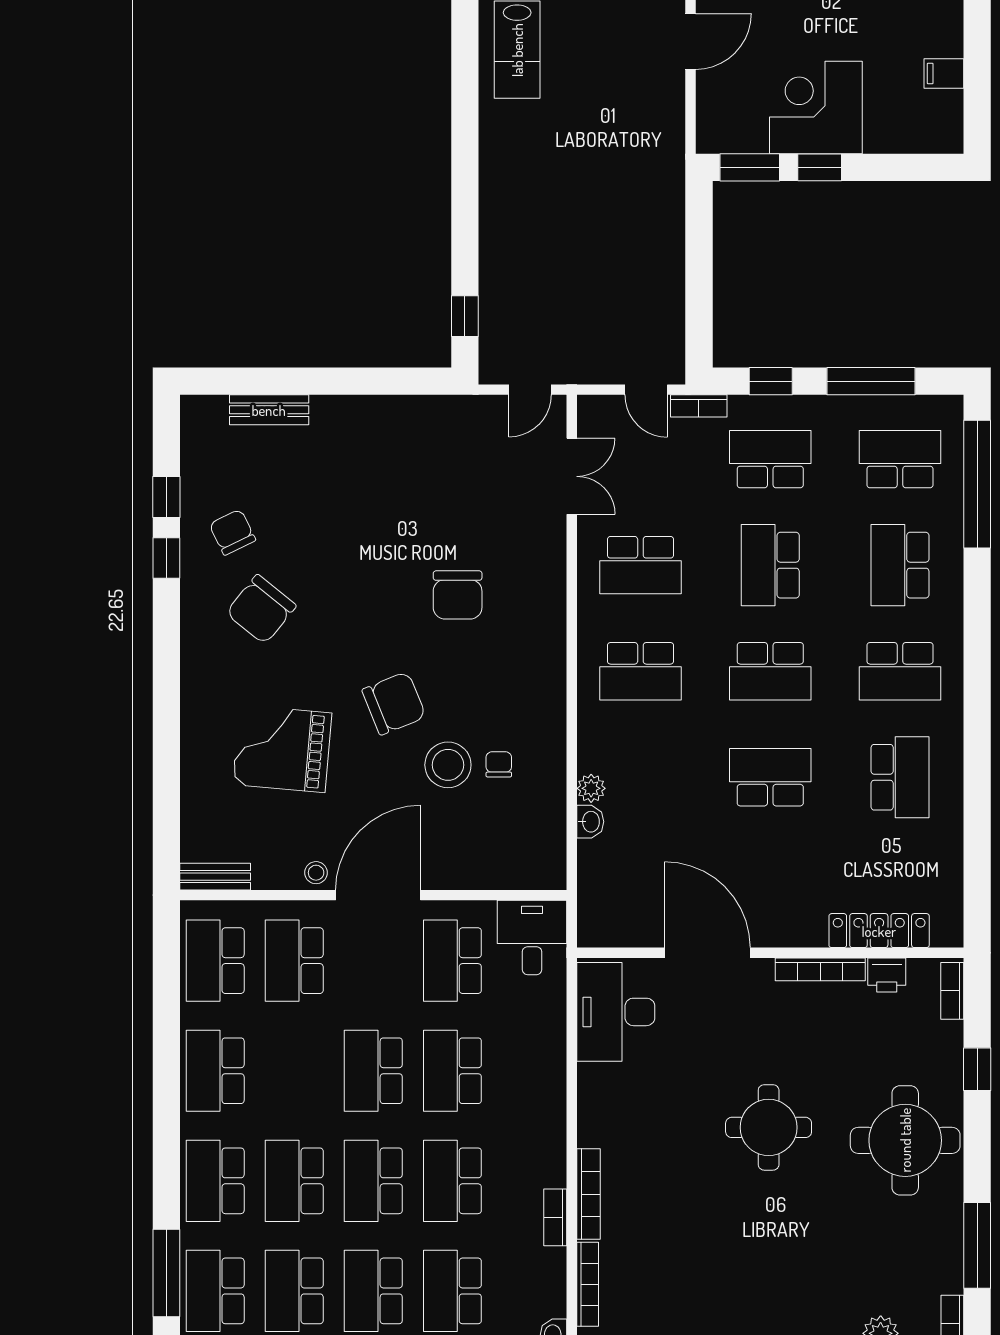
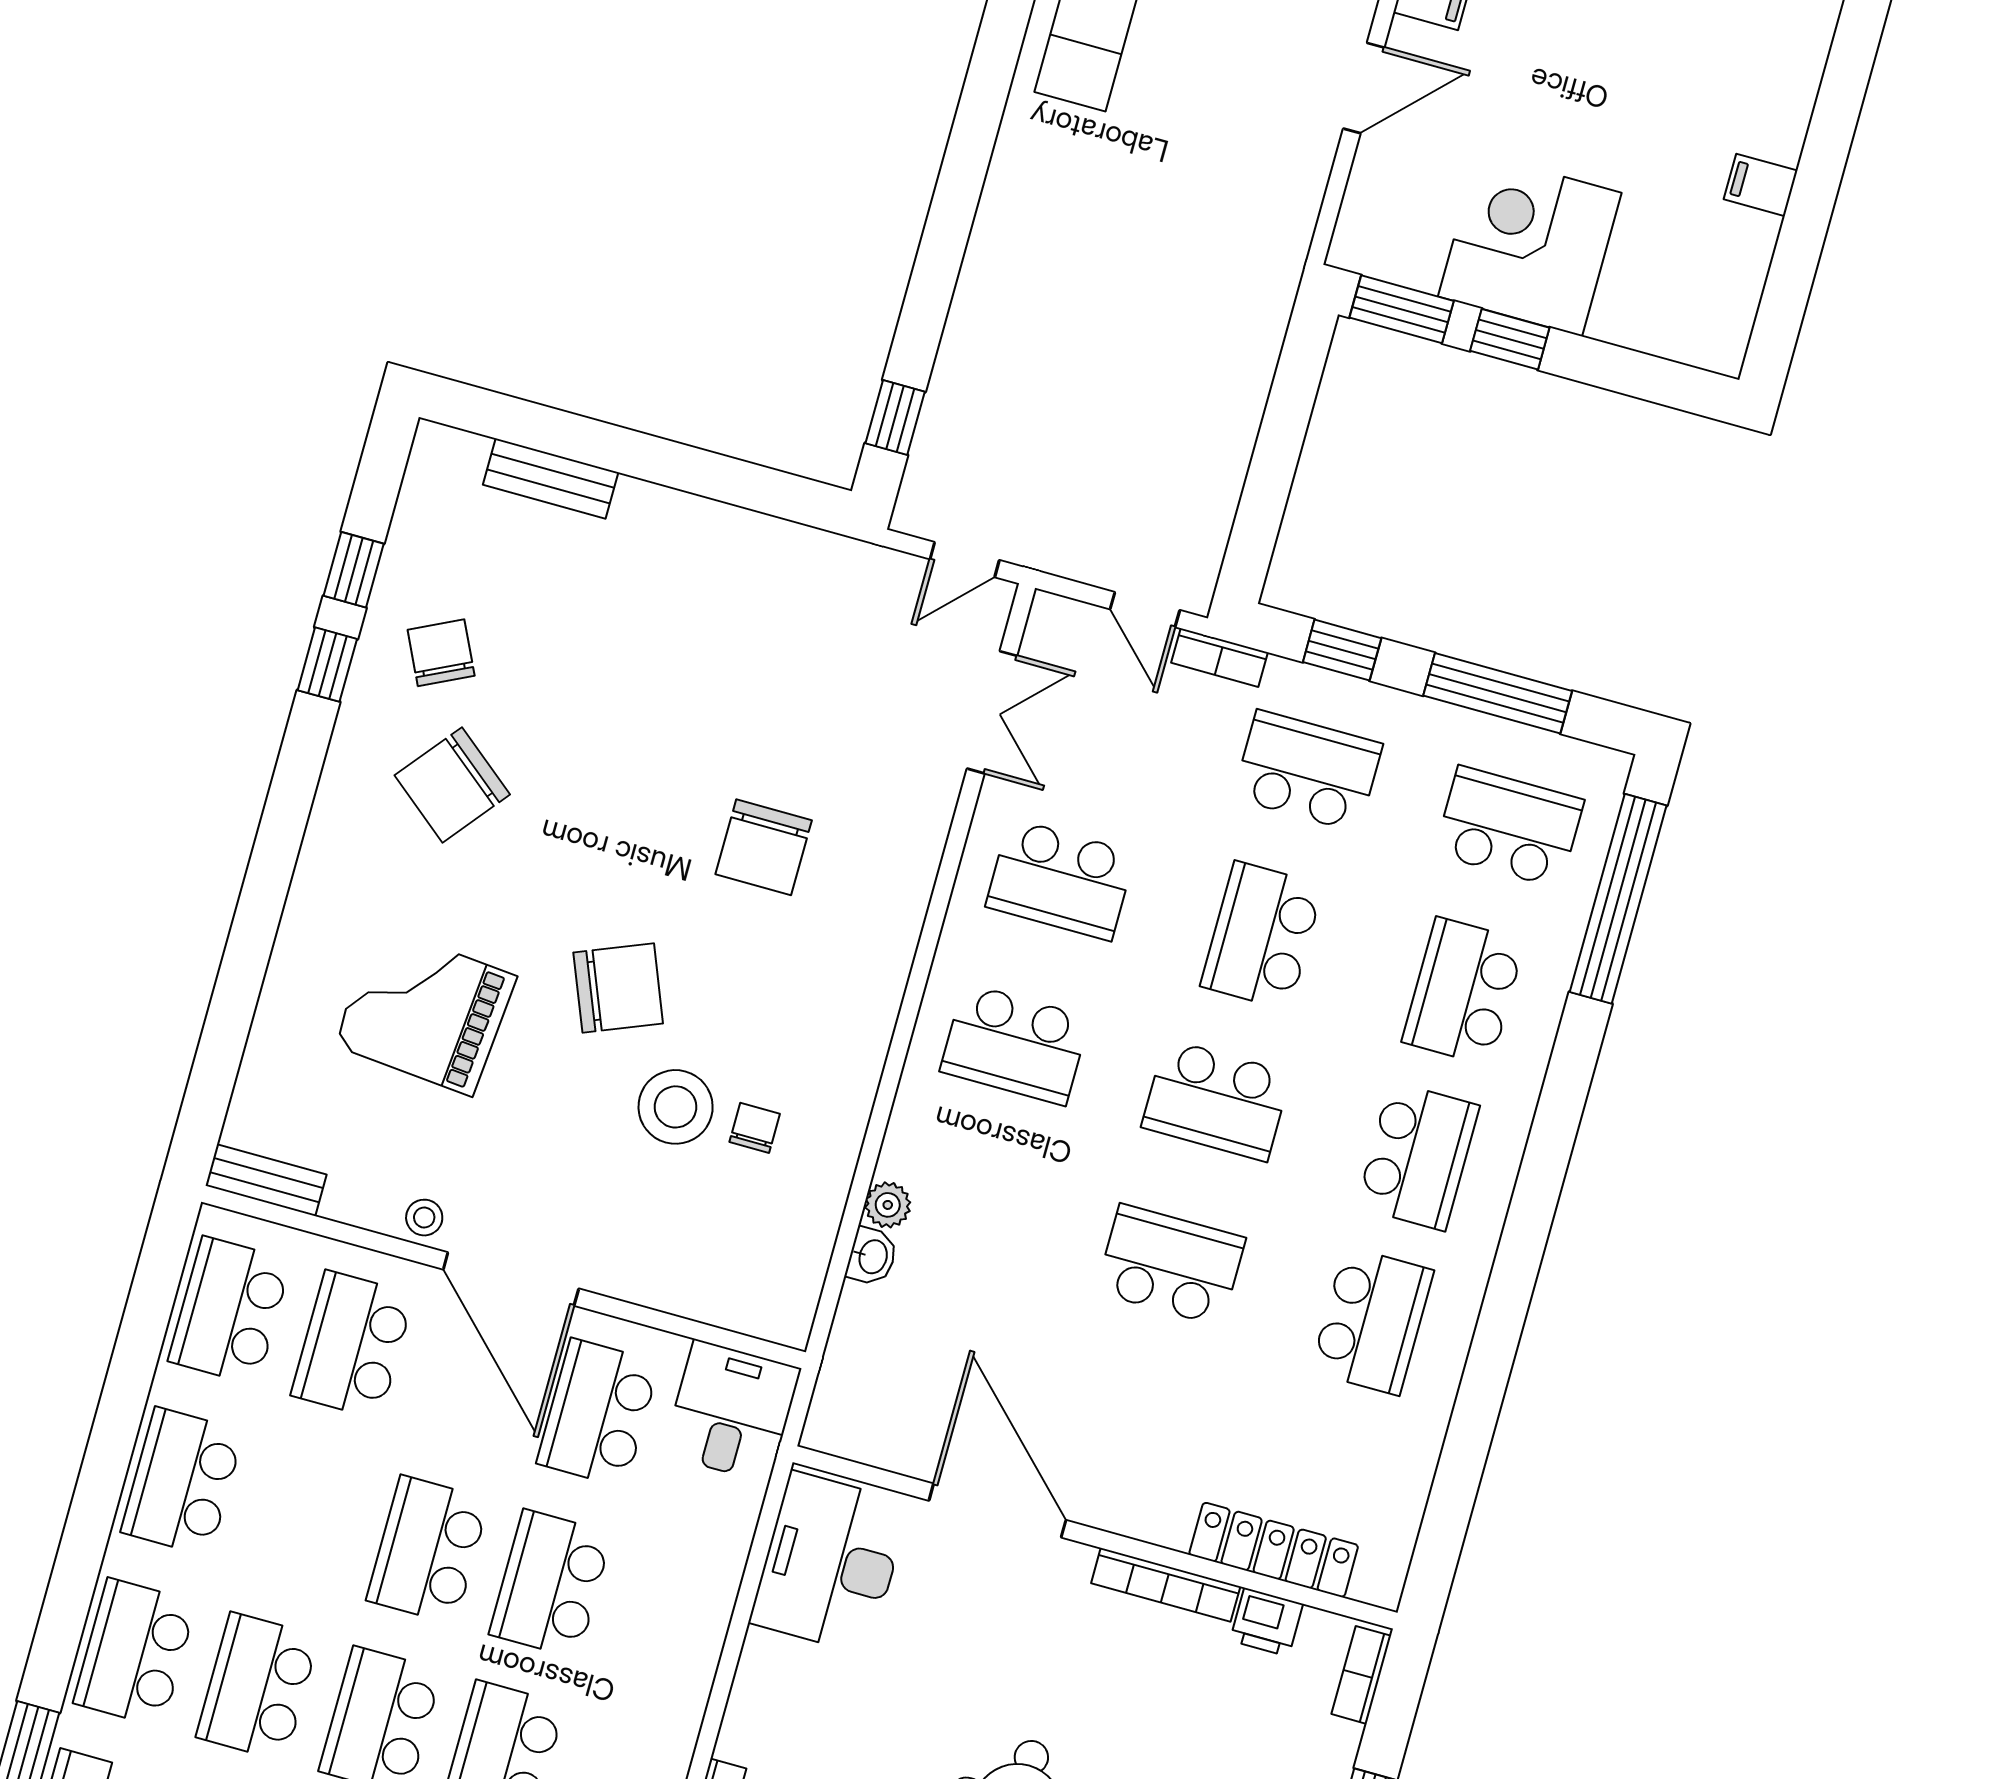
filing cabinet: (944, 73) -> (1761, 185), moved
school desk: (900, 671) -> (1418, 1156), turned -90
door: (378, 895) -> (511, 1279), swing flipped

